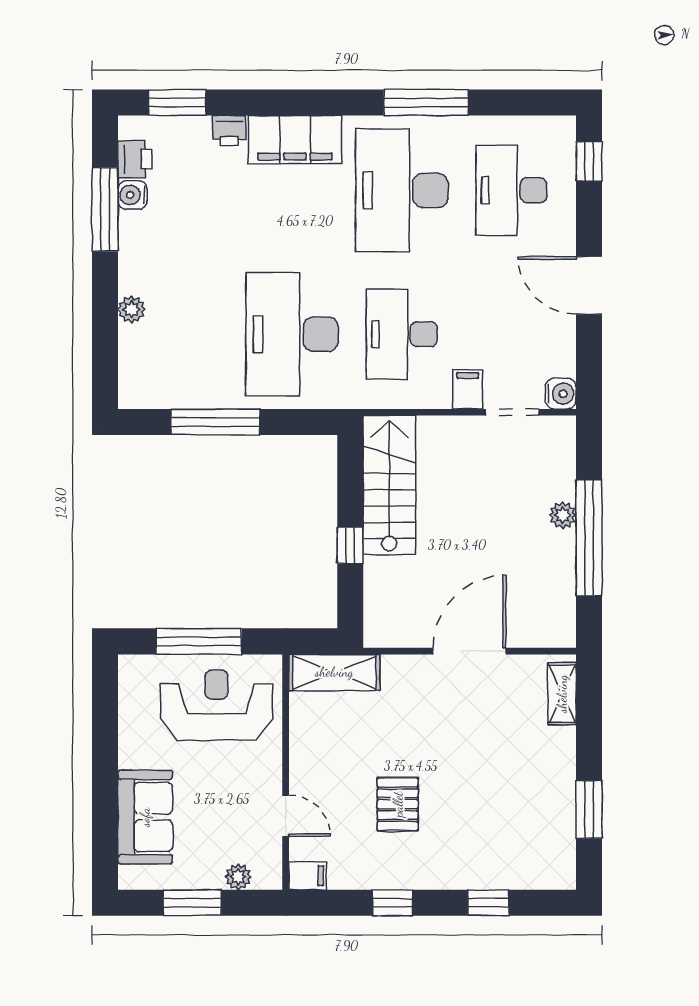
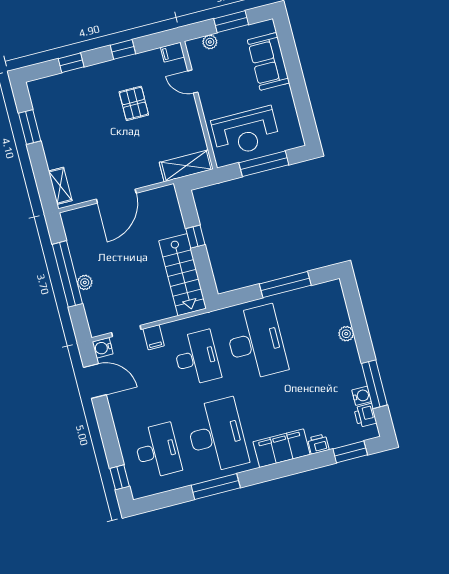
door: (589, 285) -> (95, 381), moved

